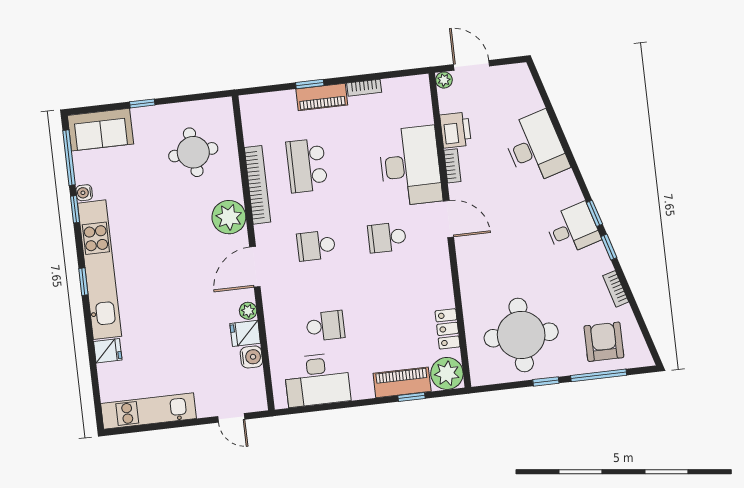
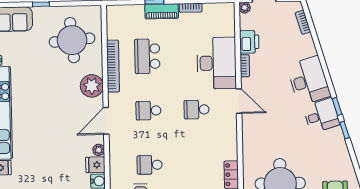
desk: (535, 148) -> (309, 81), moved
round table: (193, 152) -> (72, 40), width x1.36, depth x1.36
bookcase: (616, 289) -> (303, 22), moved
school desk: (325, 326) -> (150, 165), turned 180

